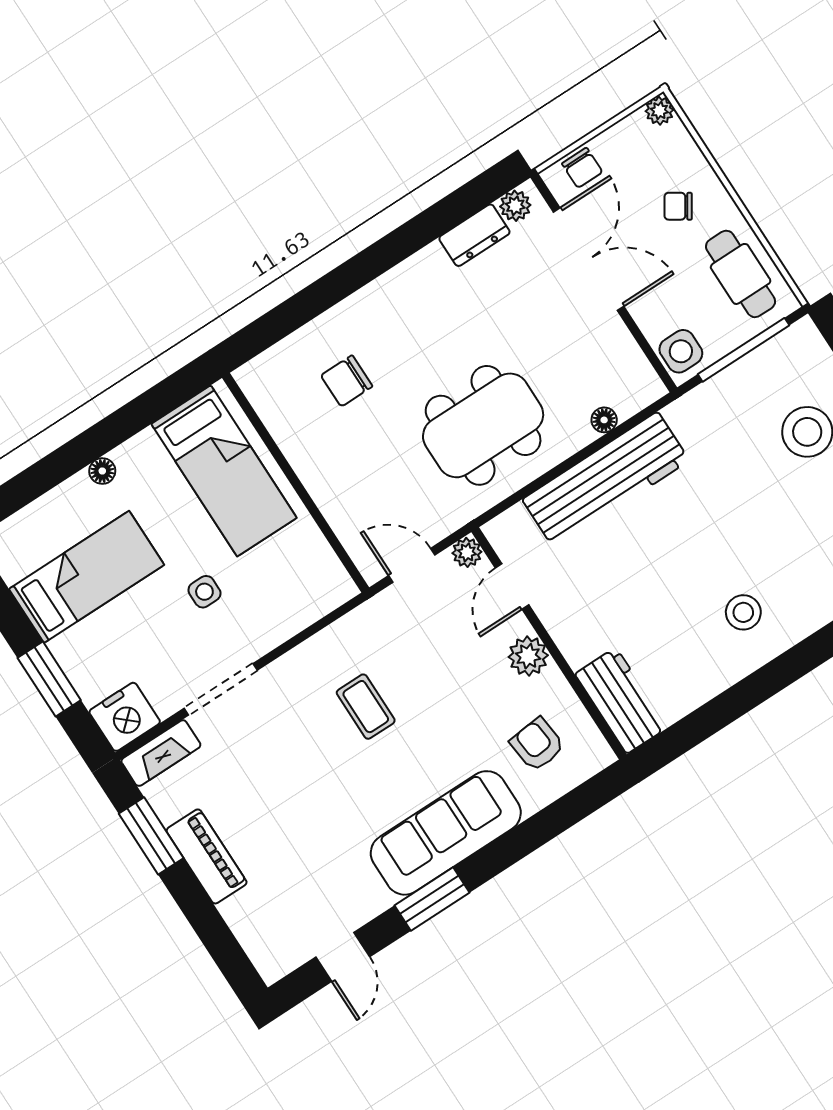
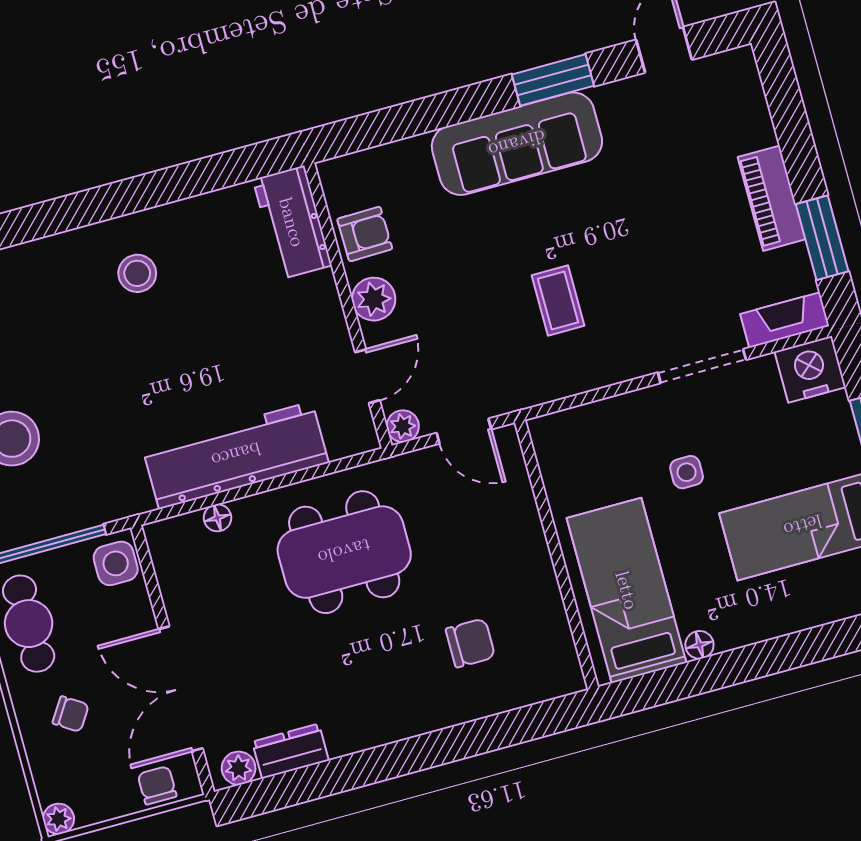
floor lamp: (102, 471) -> (699, 645), moved
armchair: (537, 744) -> (365, 234), moved, turned -85

